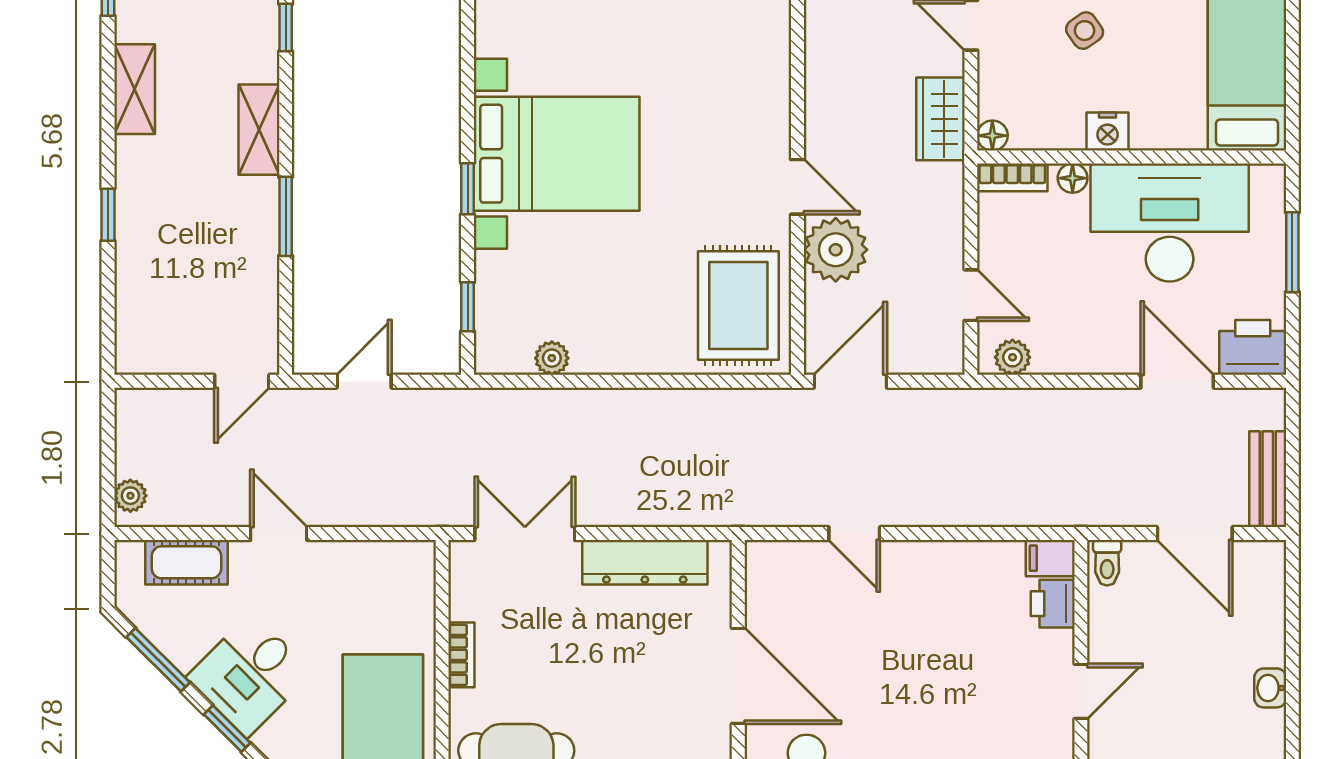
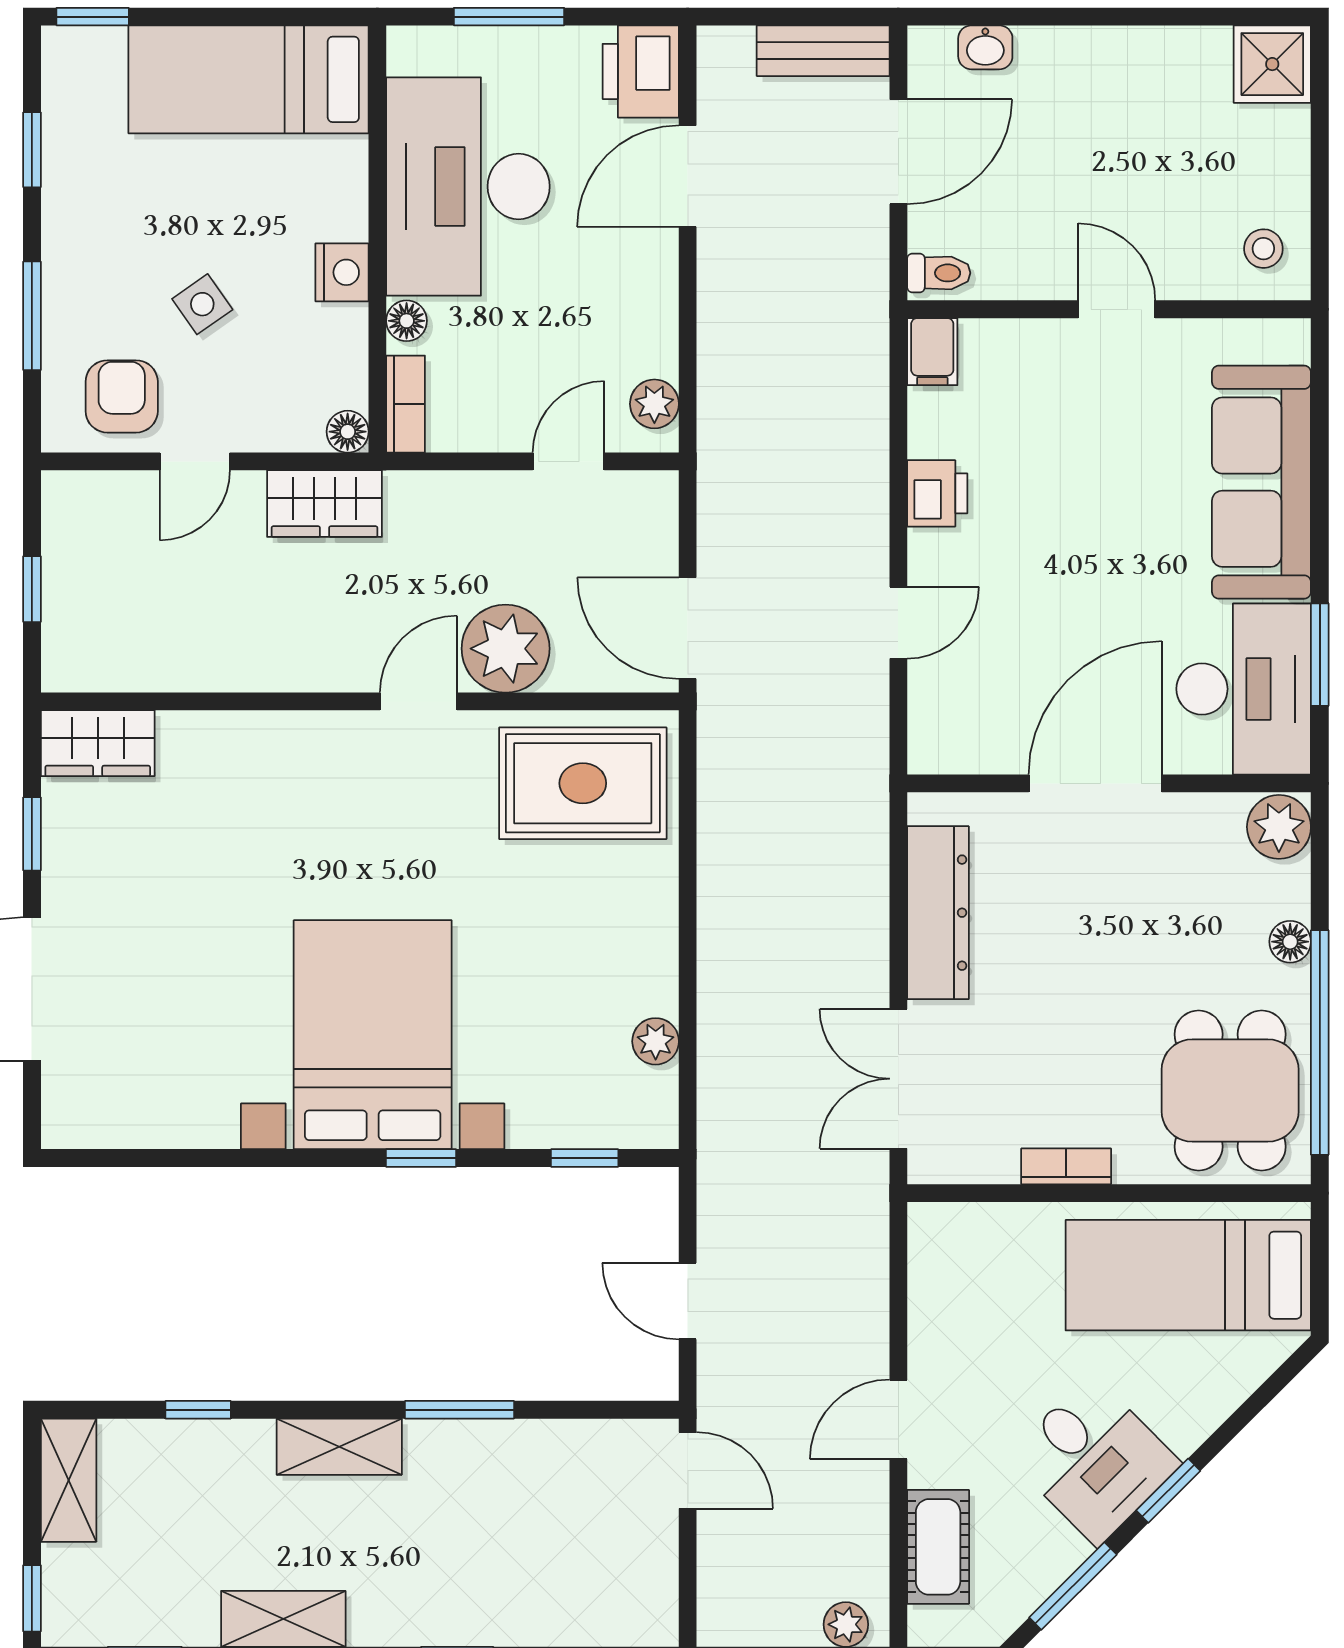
printer: (1053, 604) -> (937, 493), moved, turned -90
washbasin: (1270, 688) -> (985, 47), moved

